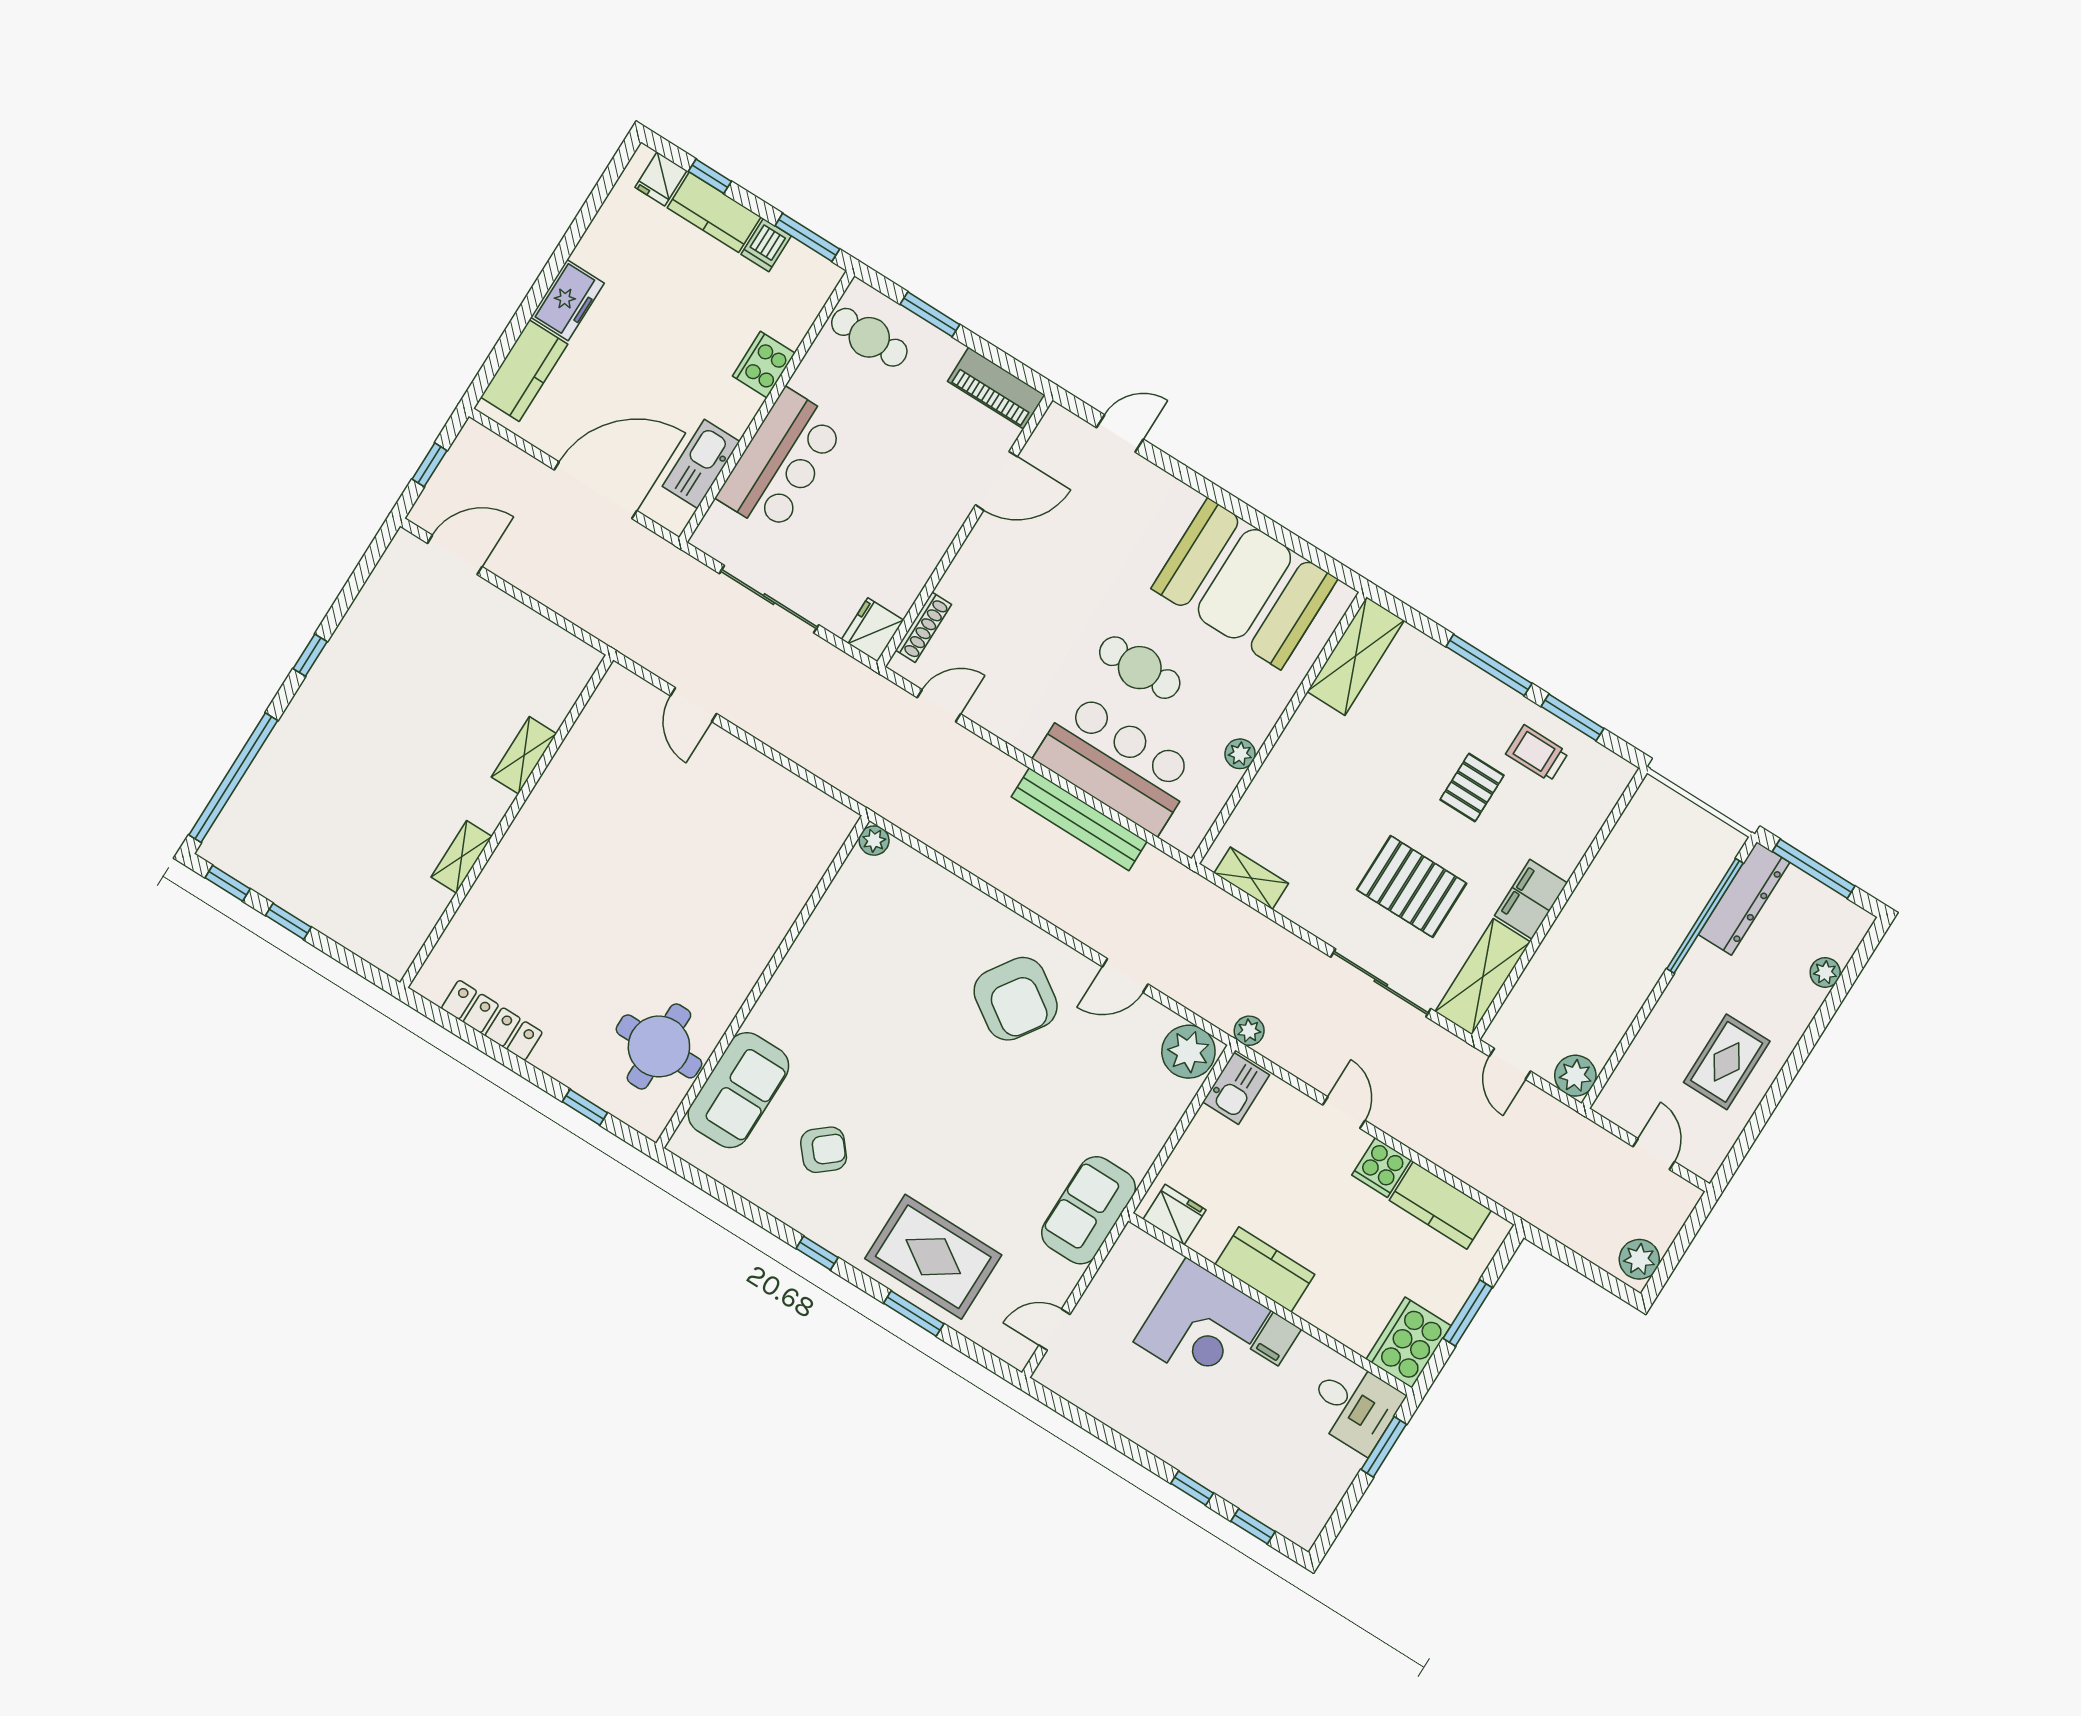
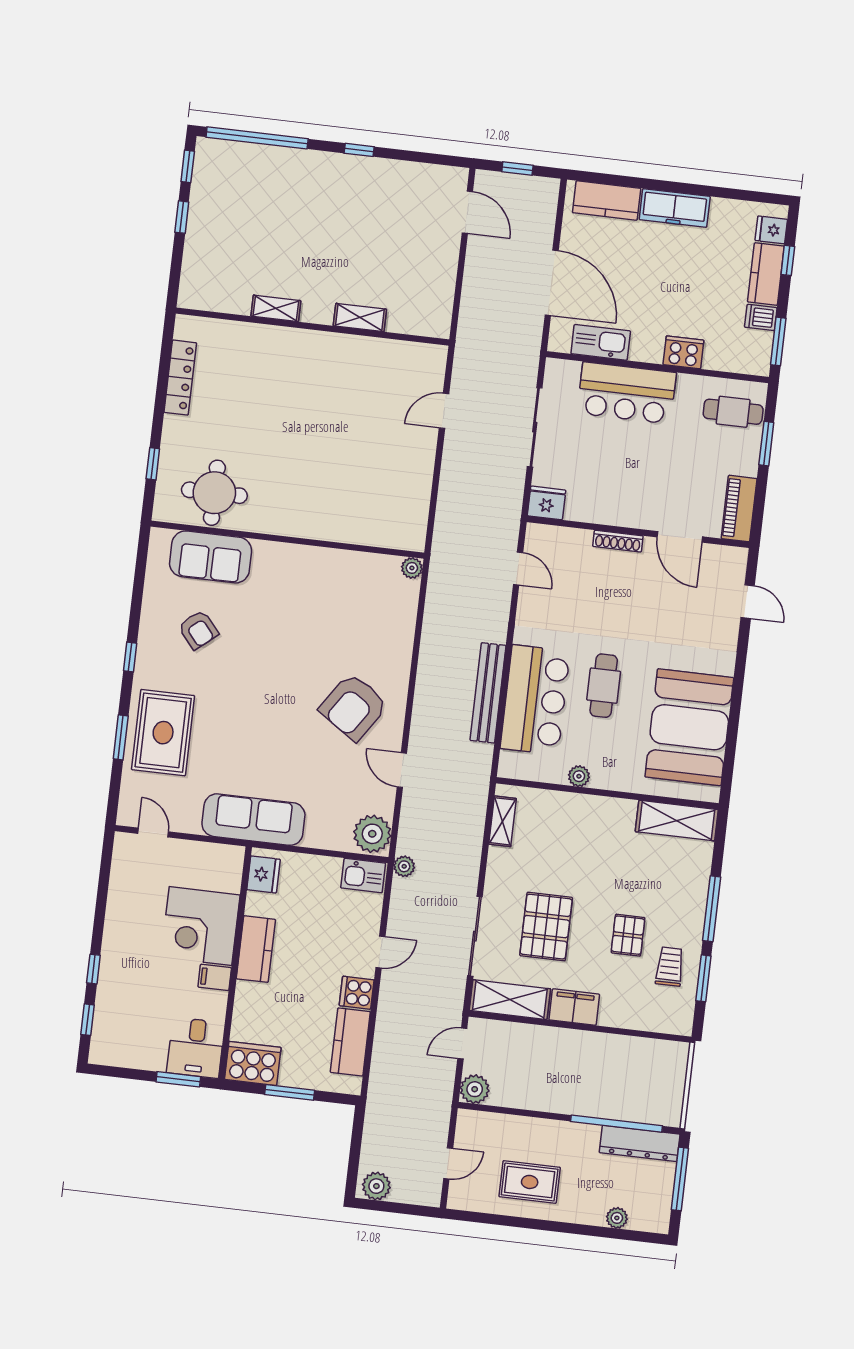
freezer: (567, 300) -> (675, 208), width x1.40
cafe table: (869, 337) -> (733, 412), turned 90
shoe rack: (923, 627) -> (618, 541), moved
pallet: (1472, 787) -> (628, 935), turned 90
sofa: (1089, 1210) -> (253, 820), width x1.36

